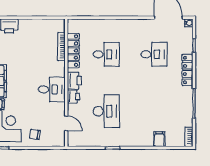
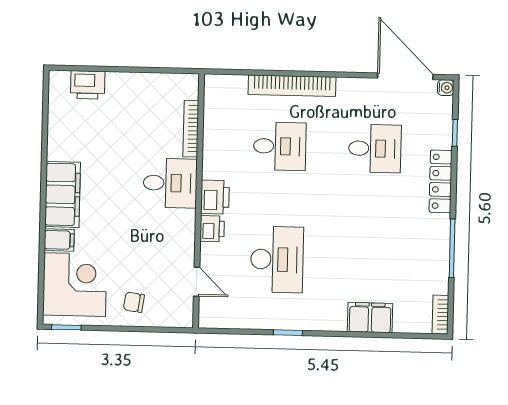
bookcase: (112, 24) -> (292, 86), added
locker: (73, 51) -> (214, 137), removed
desk: (52, 89) -> (170, 183), moved
filing cabinet: (159, 139) -> (370, 318), width x2.00

